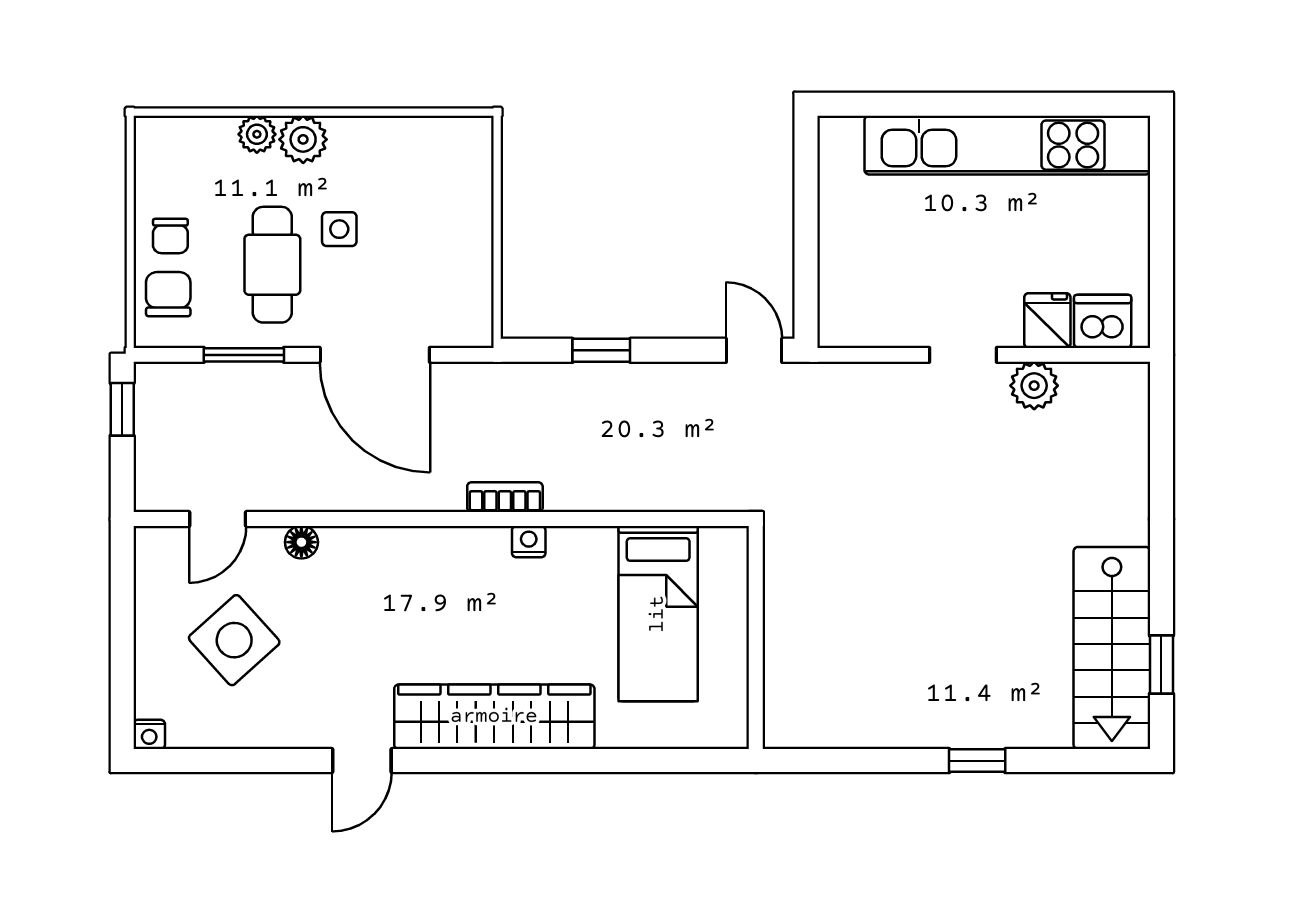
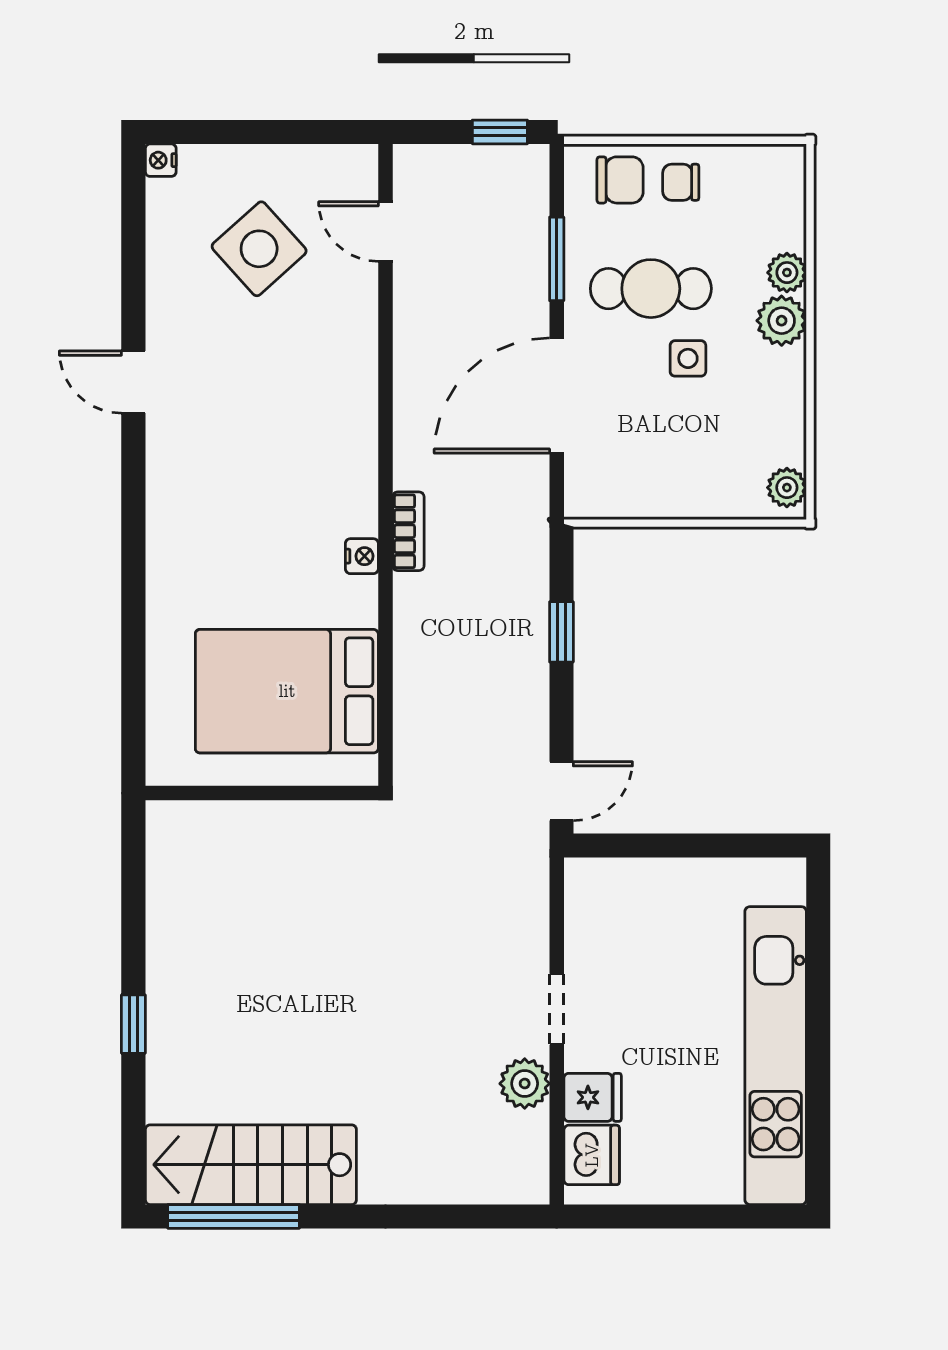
plant: (463, 134) -> (787, 488), added
floor lamp: (301, 542) -> (361, 319), removed
bed: (658, 614) -> (287, 691), width x1.50
window: (1161, 665) -> (234, 1216), width x2.17
wardrobe: (494, 717) -> (179, 520), removed

